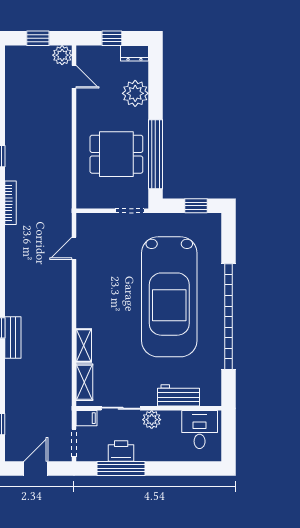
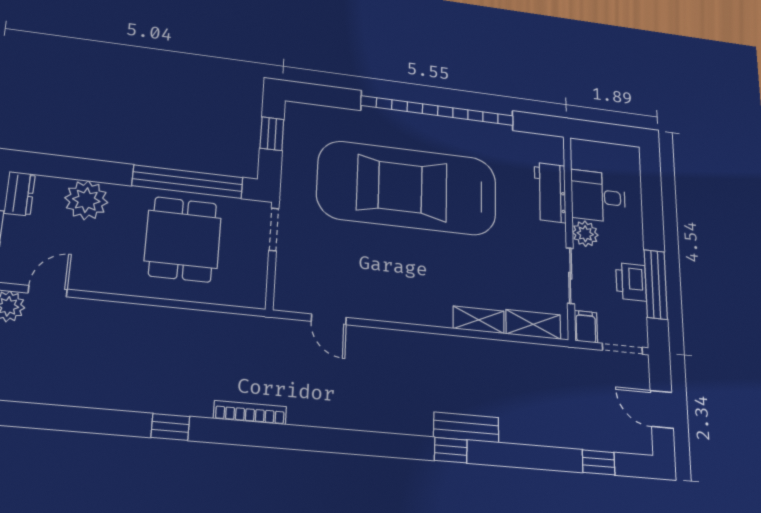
car: (169, 297) -> (407, 188), turned 180
desk: (200, 429) -> (598, 196), moved

